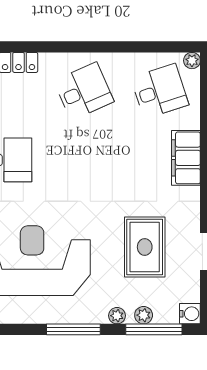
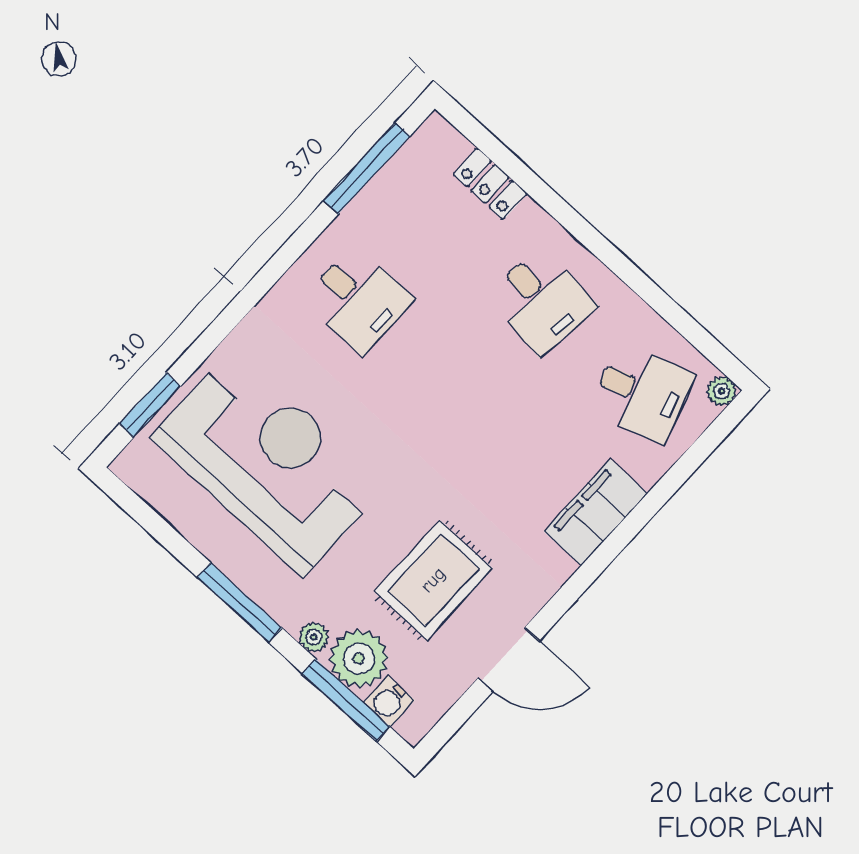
desk: (84, 91) -> (541, 301), turned 30
water cooler: (190, 314) -> (389, 701), moved, turned 90
plant: (144, 315) -> (359, 659), width x1.87, depth x1.87

